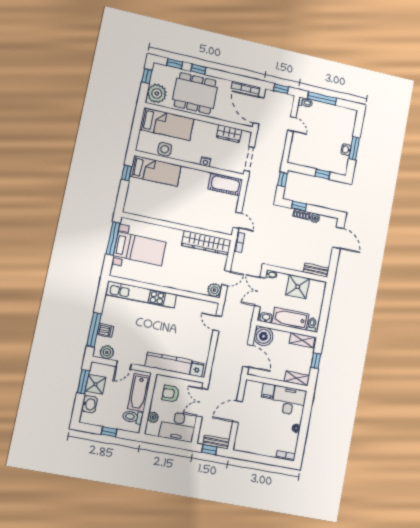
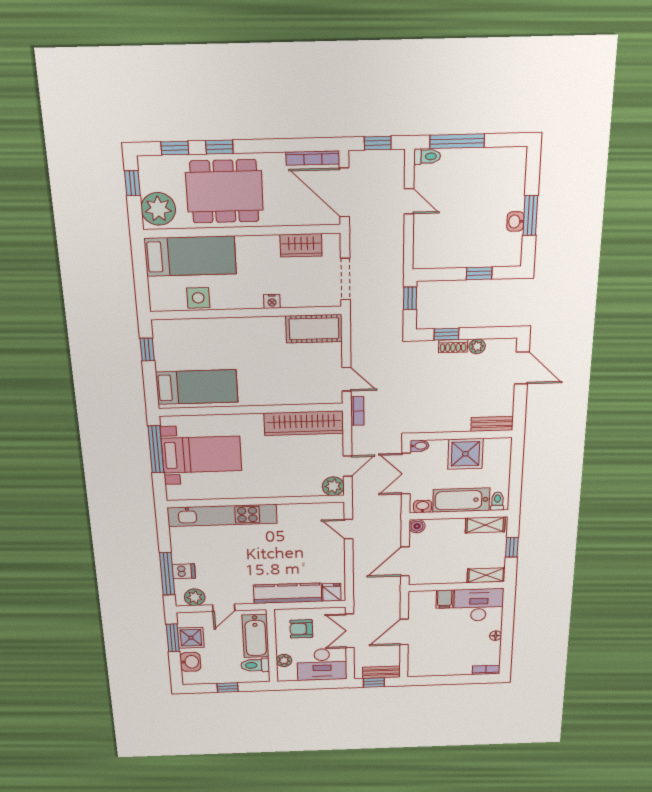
bed: (156, 171) -> (197, 387), moved
boiler: (263, 336) -> (417, 526), width x0.54, depth x0.54
door: (248, 356) -> (405, 561), swing flipped

